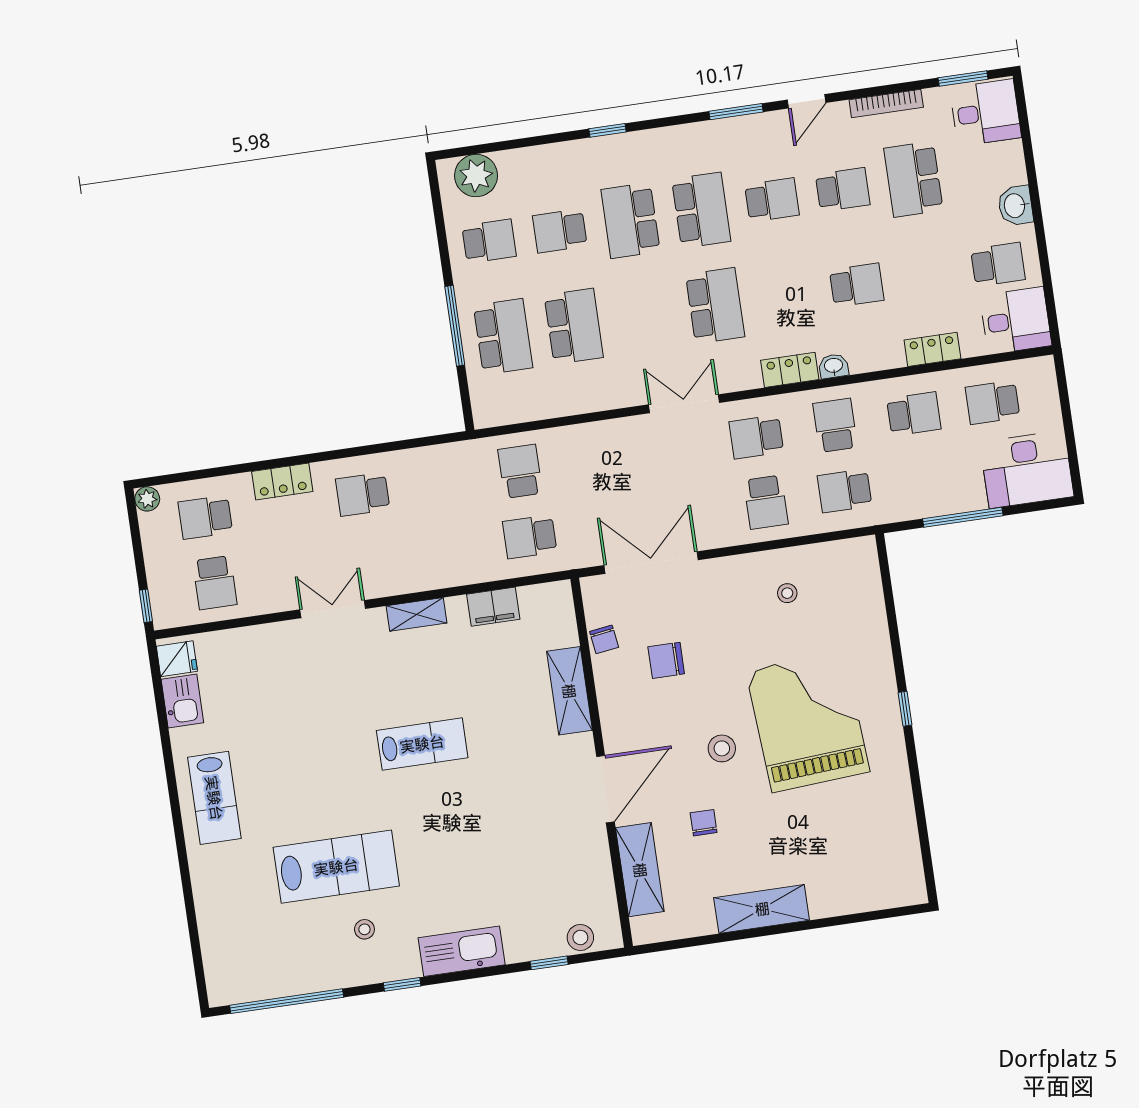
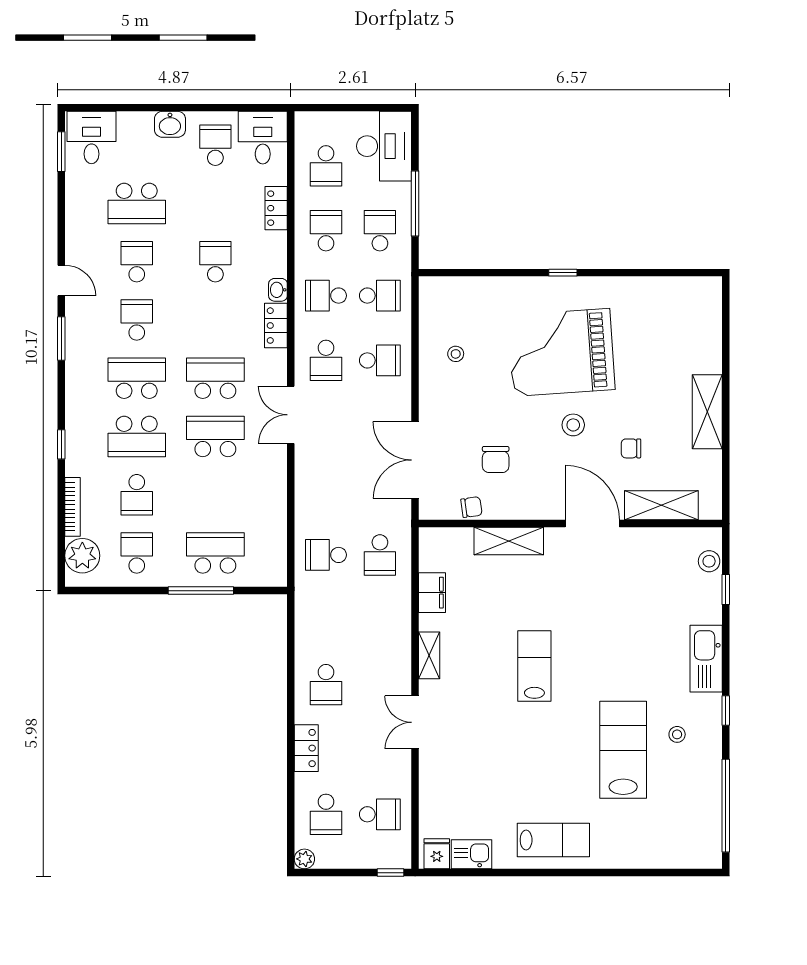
bookcase: (886, 104) -> (72, 507), moved
school desk: (574, 326) -> (215, 436), moved
school desk: (923, 479) -> (380, 231), added
school desk: (845, 491) -> (380, 296), turned -90

